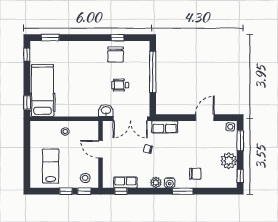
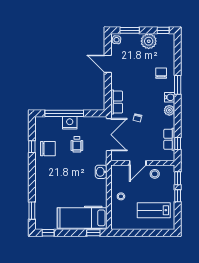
nightstand: (143, 77) -> (70, 123), added
washbasin: (106, 110) -> (101, 172), moved
stool: (85, 178) -> (155, 174), moved

